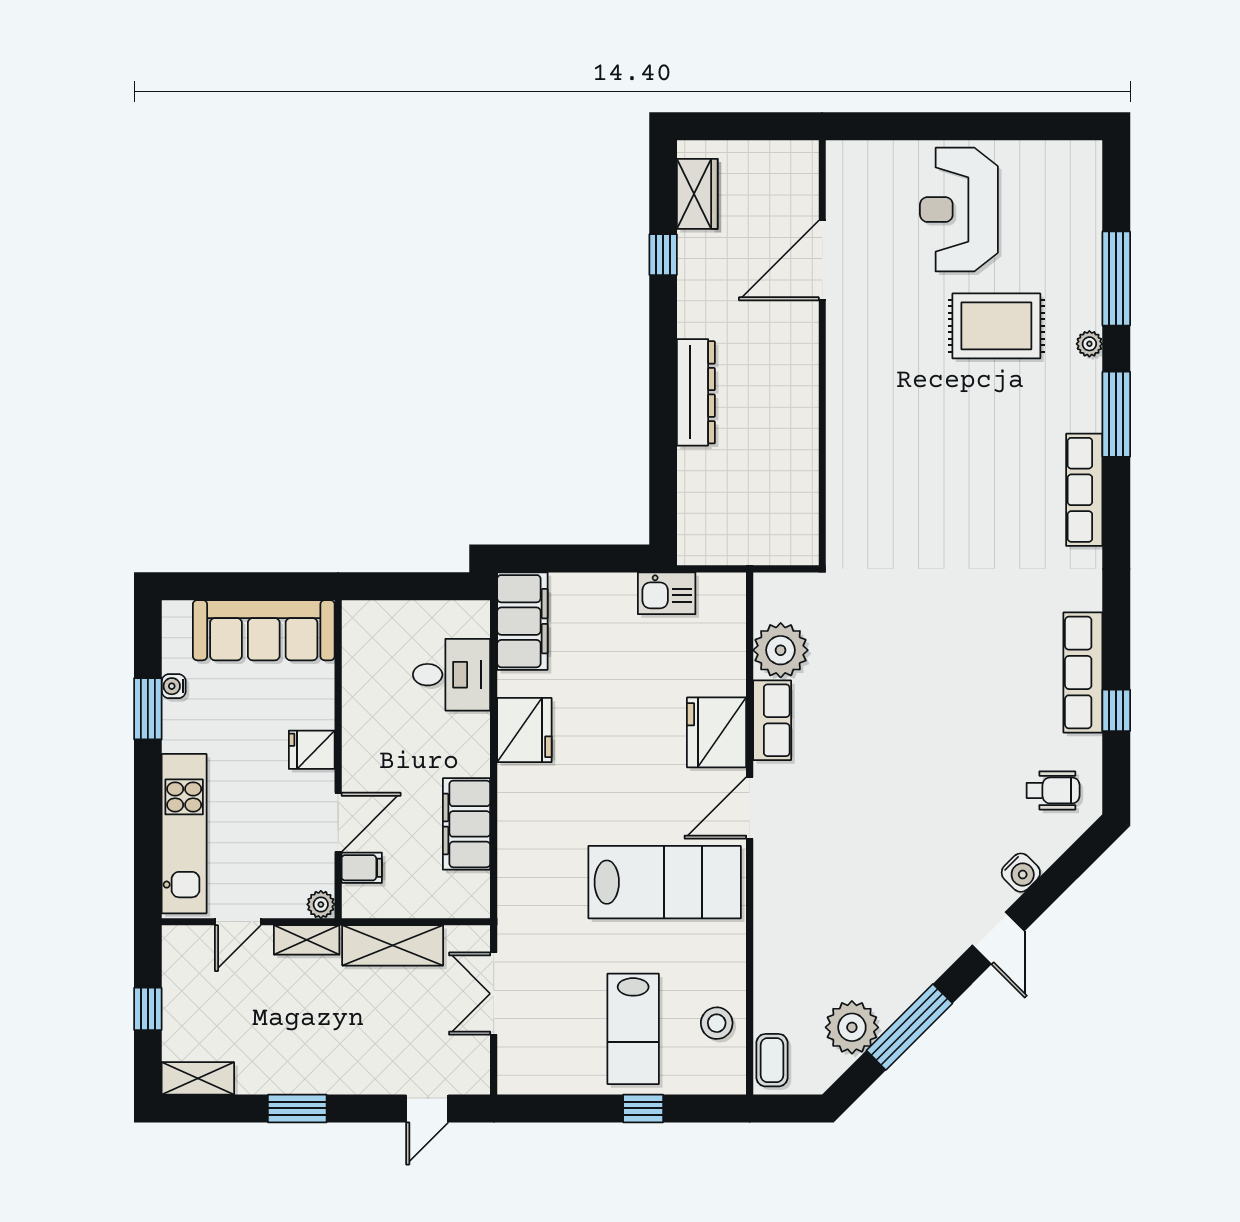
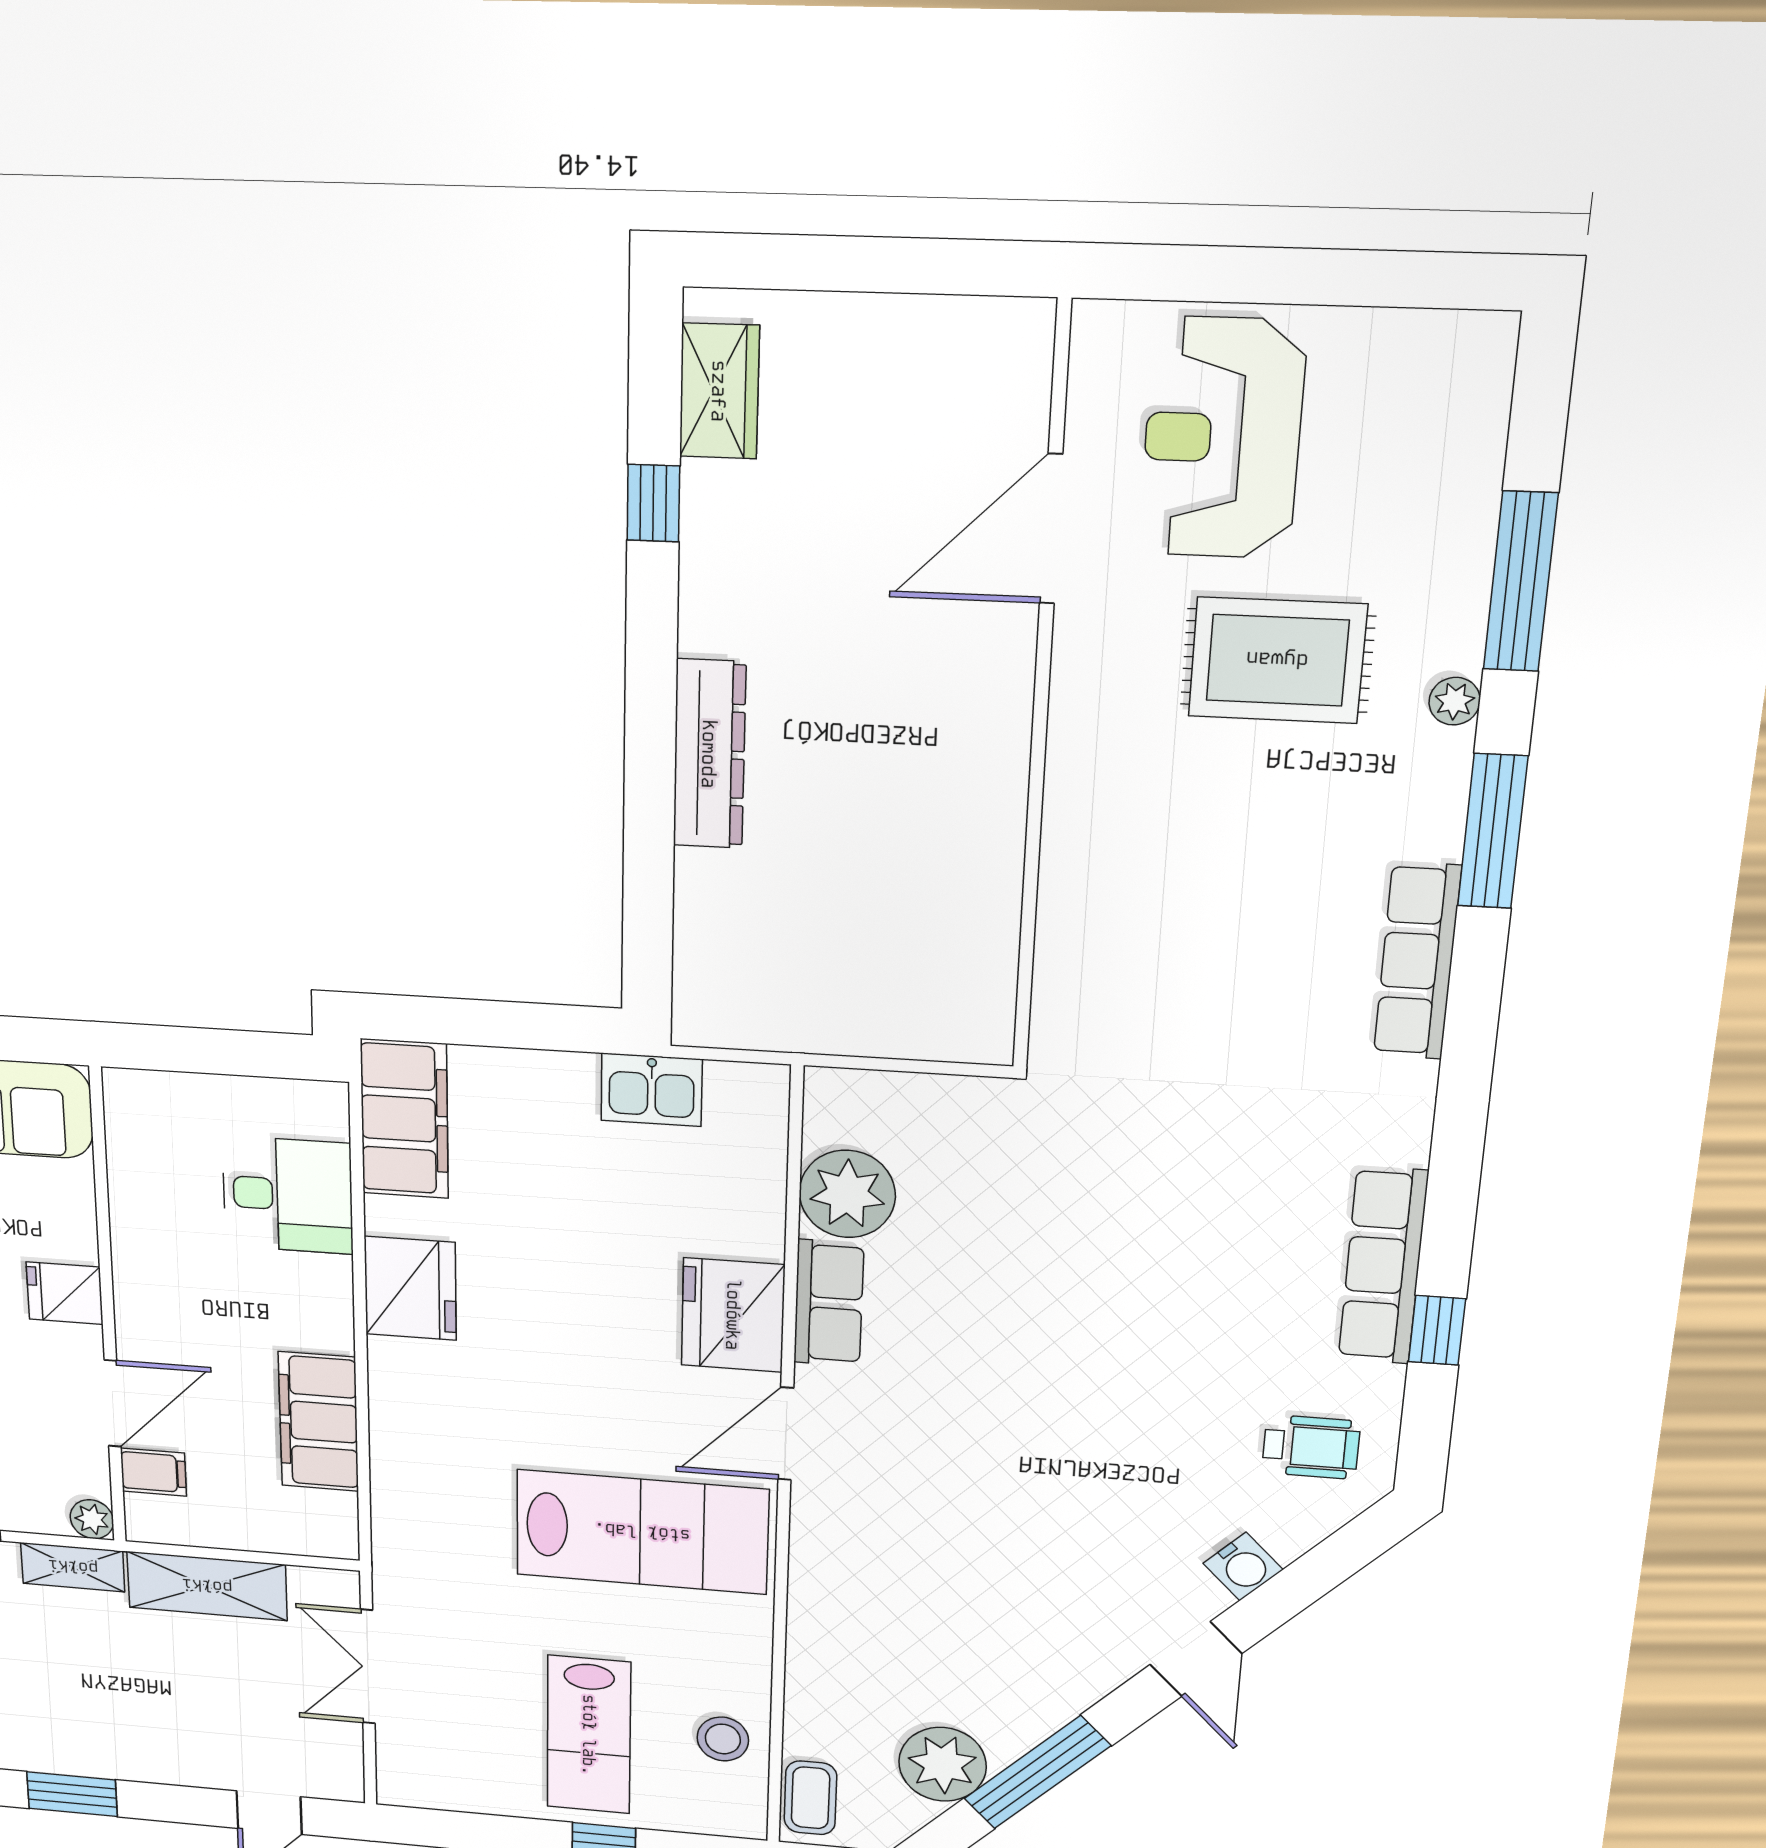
door: (822, 260) -> (1051, 529), moved
wall: (822, 353) -> (1041, 699), moved

